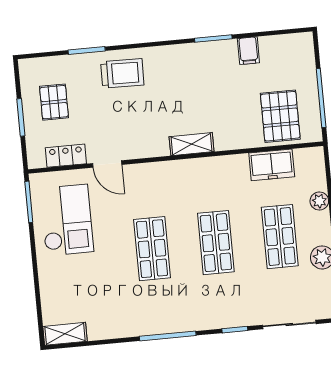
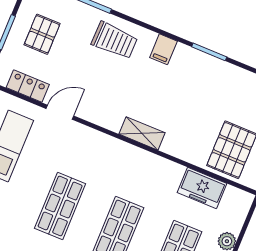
filing cabinet: (248, 51) -> (163, 49), moved
door: (107, 164) -> (60, 112), swing flipped

